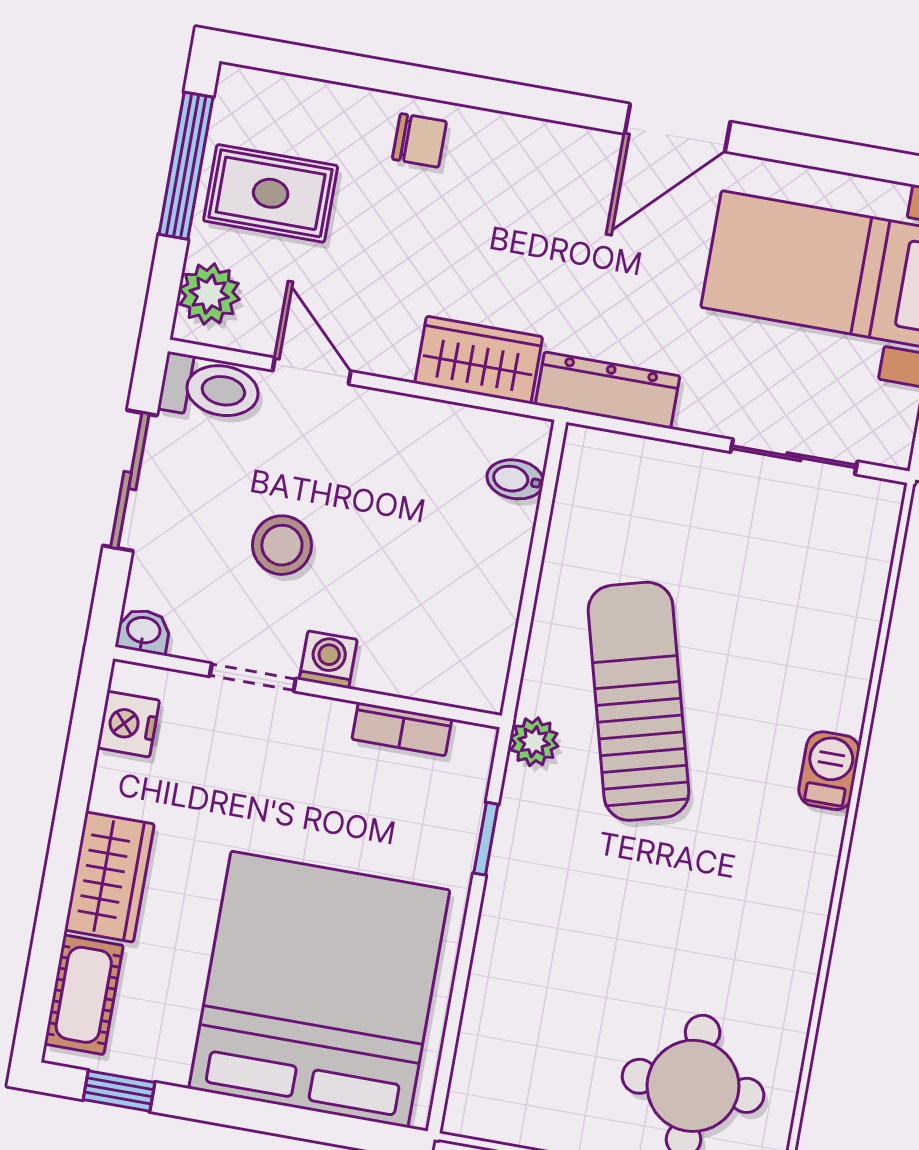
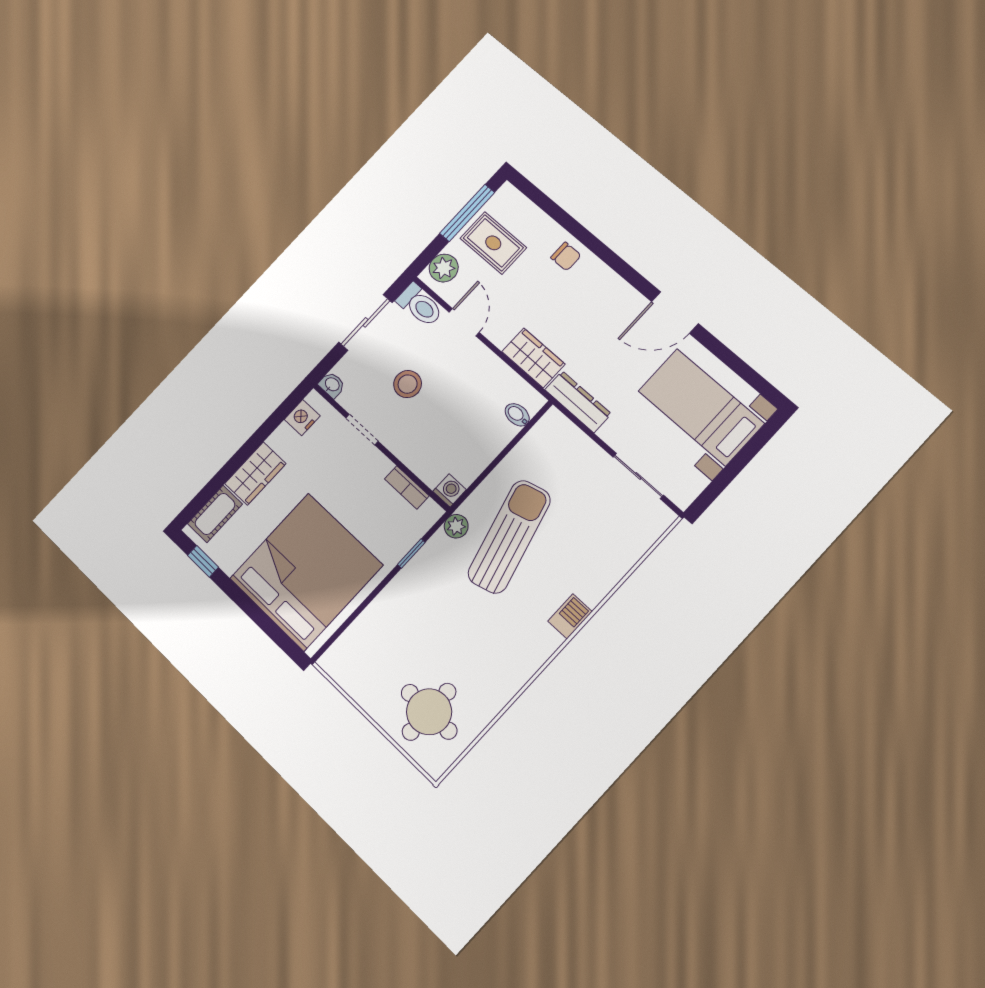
washing machine: (328, 660) -> (450, 491), moved

